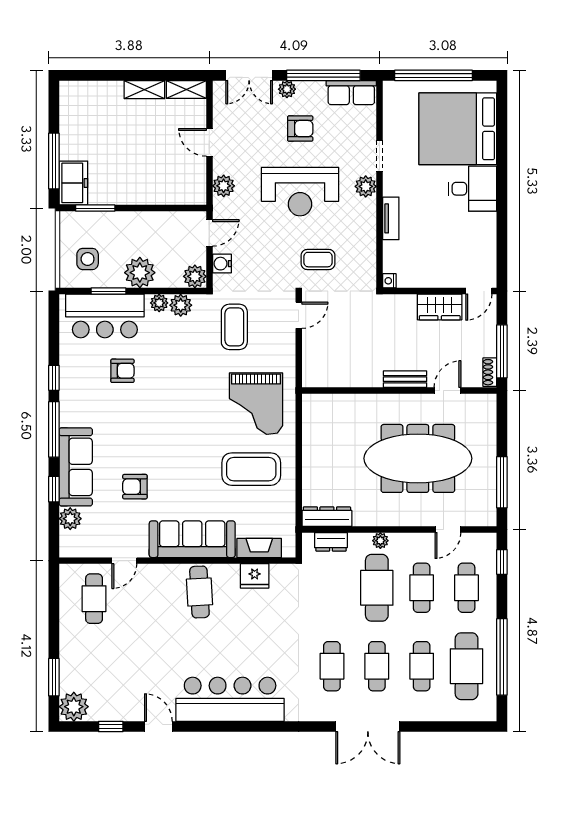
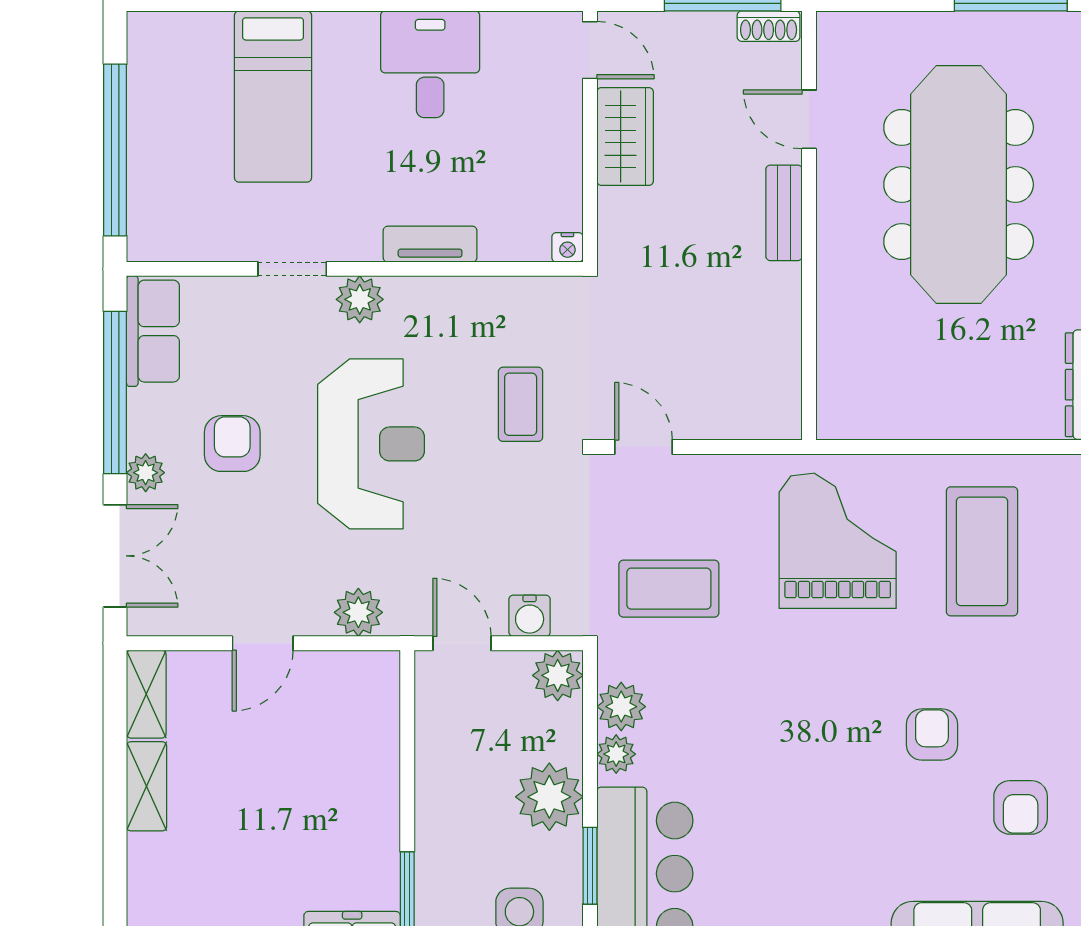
bed: (458, 129) -> (273, 97), width x0.49
desk: (472, 189) -> (430, 64), moved
armchair: (122, 371) -> (932, 735), moved
grand piano: (256, 404) -> (838, 541), turned -90

